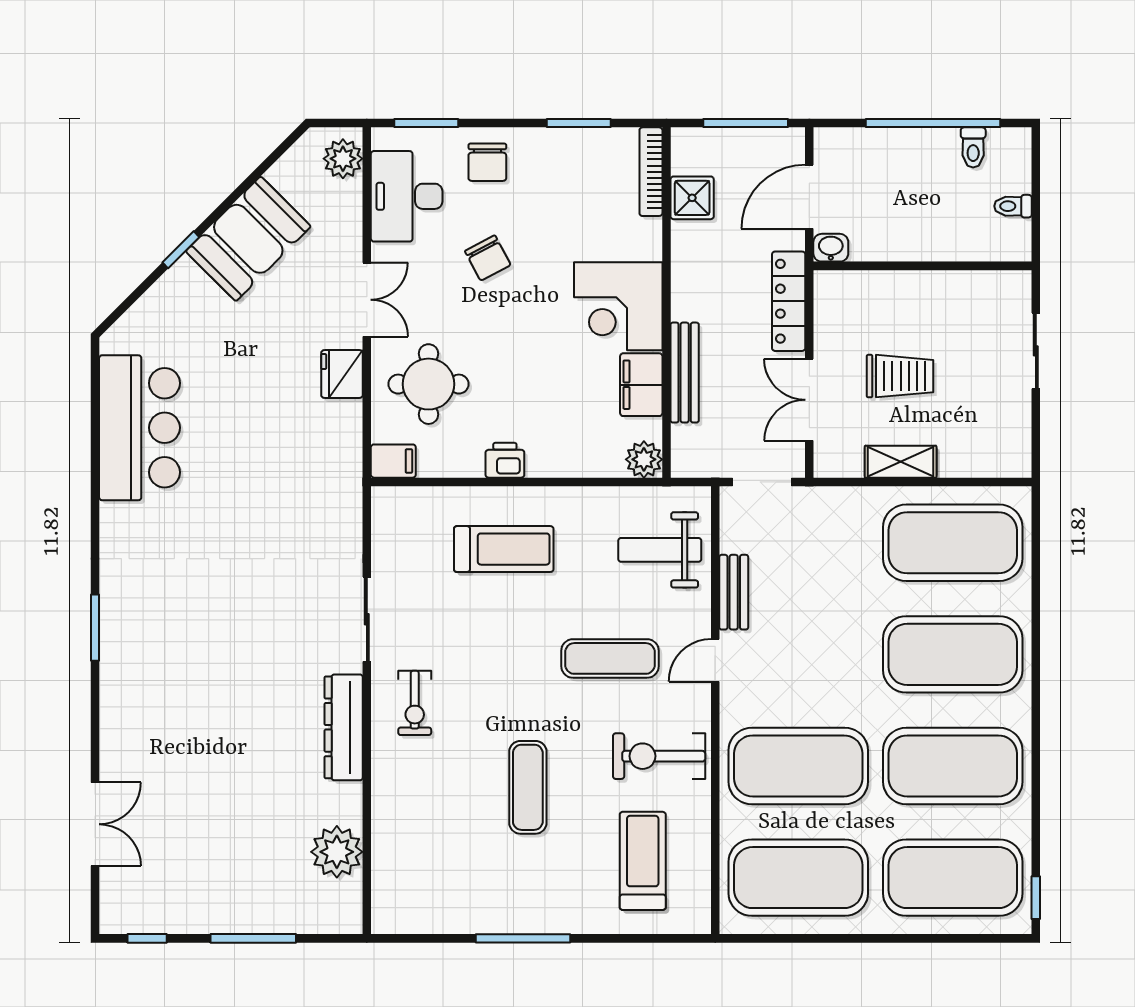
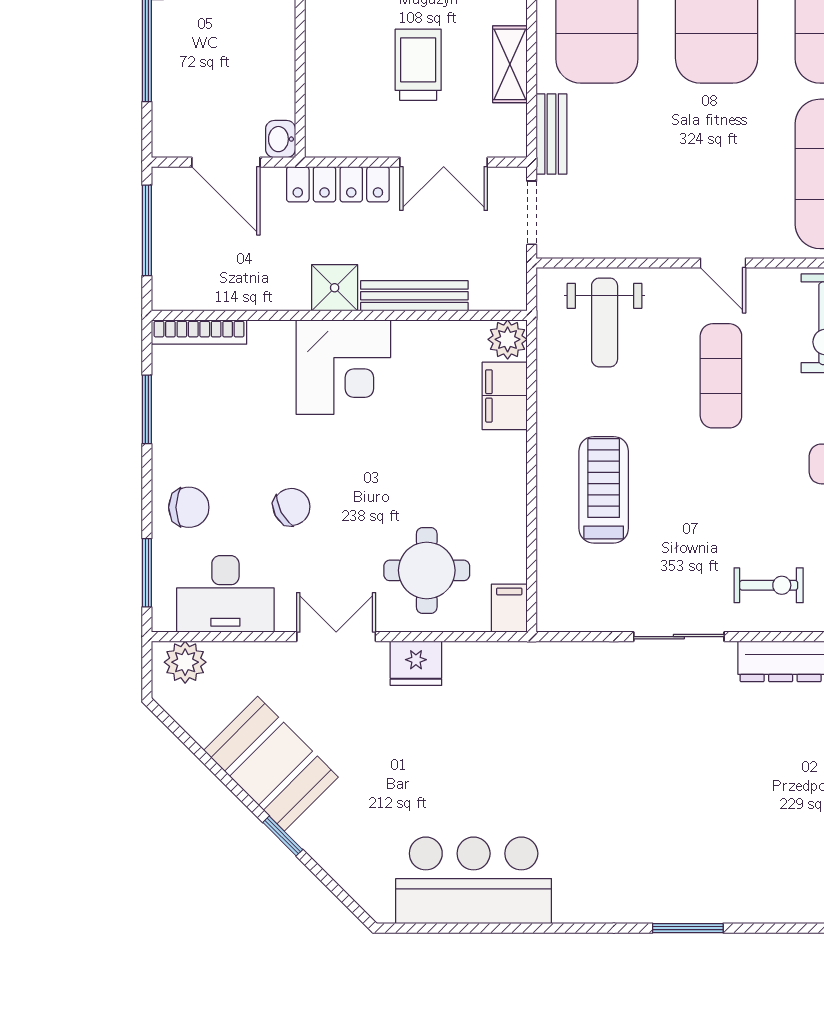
shower: (692, 198) -> (335, 288), moved
filing cabinet: (641, 385) -> (505, 396), moved, turned 90
printer: (505, 460) -> (508, 489), removed
bench: (734, 592) -> (552, 134), moved, turned 90

